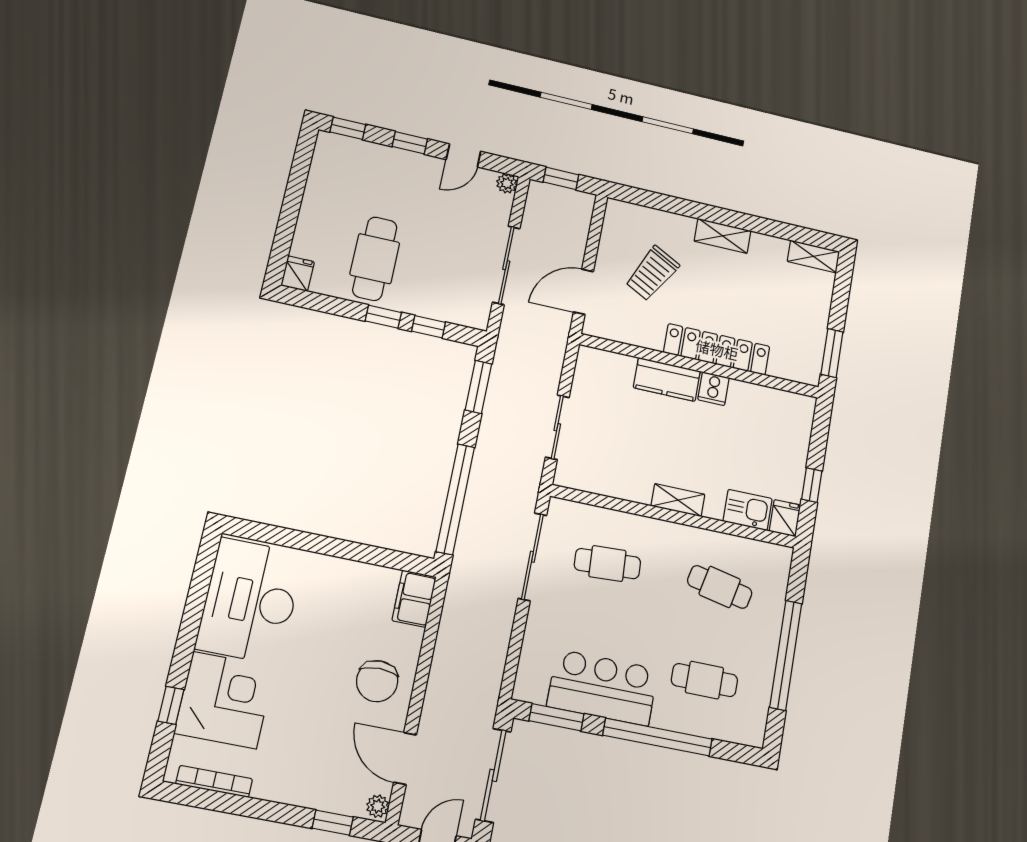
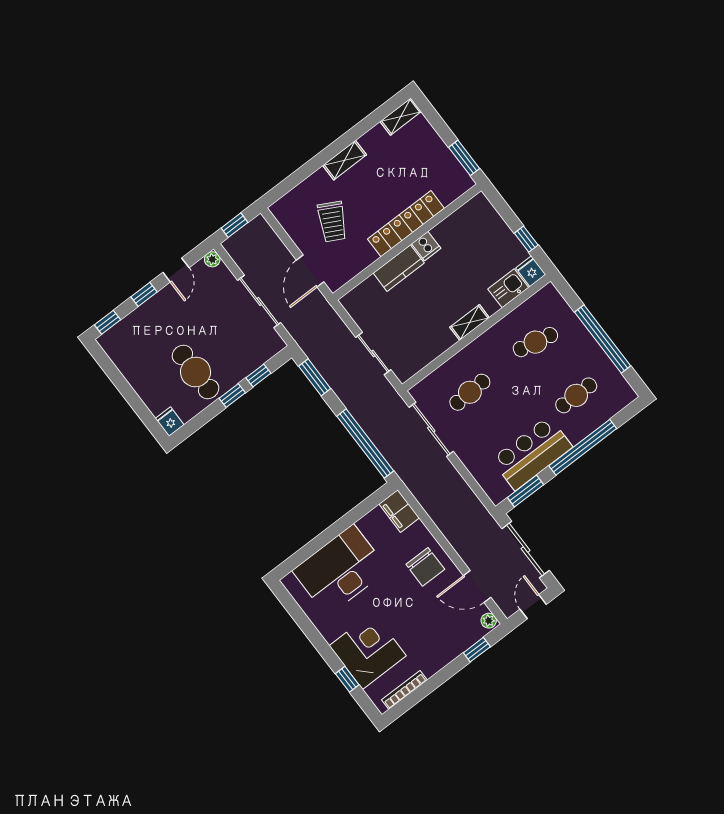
desk: (250, 601) -> (340, 570), moved, turned 90

